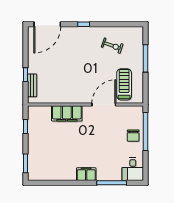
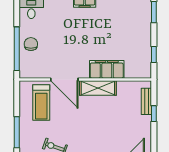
shelving: (75, 97) -> (98, 88), added
door: (104, 105) -> (64, 79), hinge flipped

